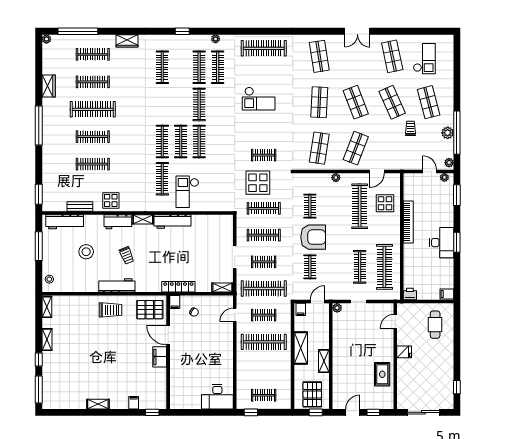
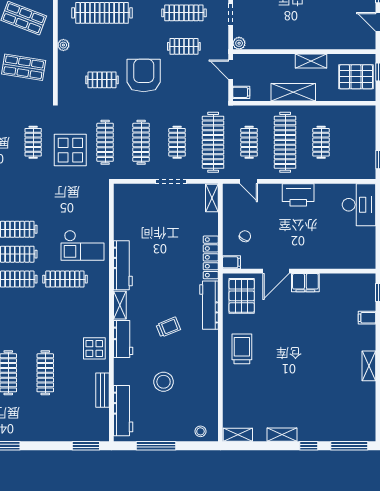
clothes rail: (310, 267) -> (184, 46), moved
workbench: (117, 285) -> (209, 305), moved
printer: (225, 352) -> (298, 195), added
clothes rail: (264, 395) -> (321, 142), moved

